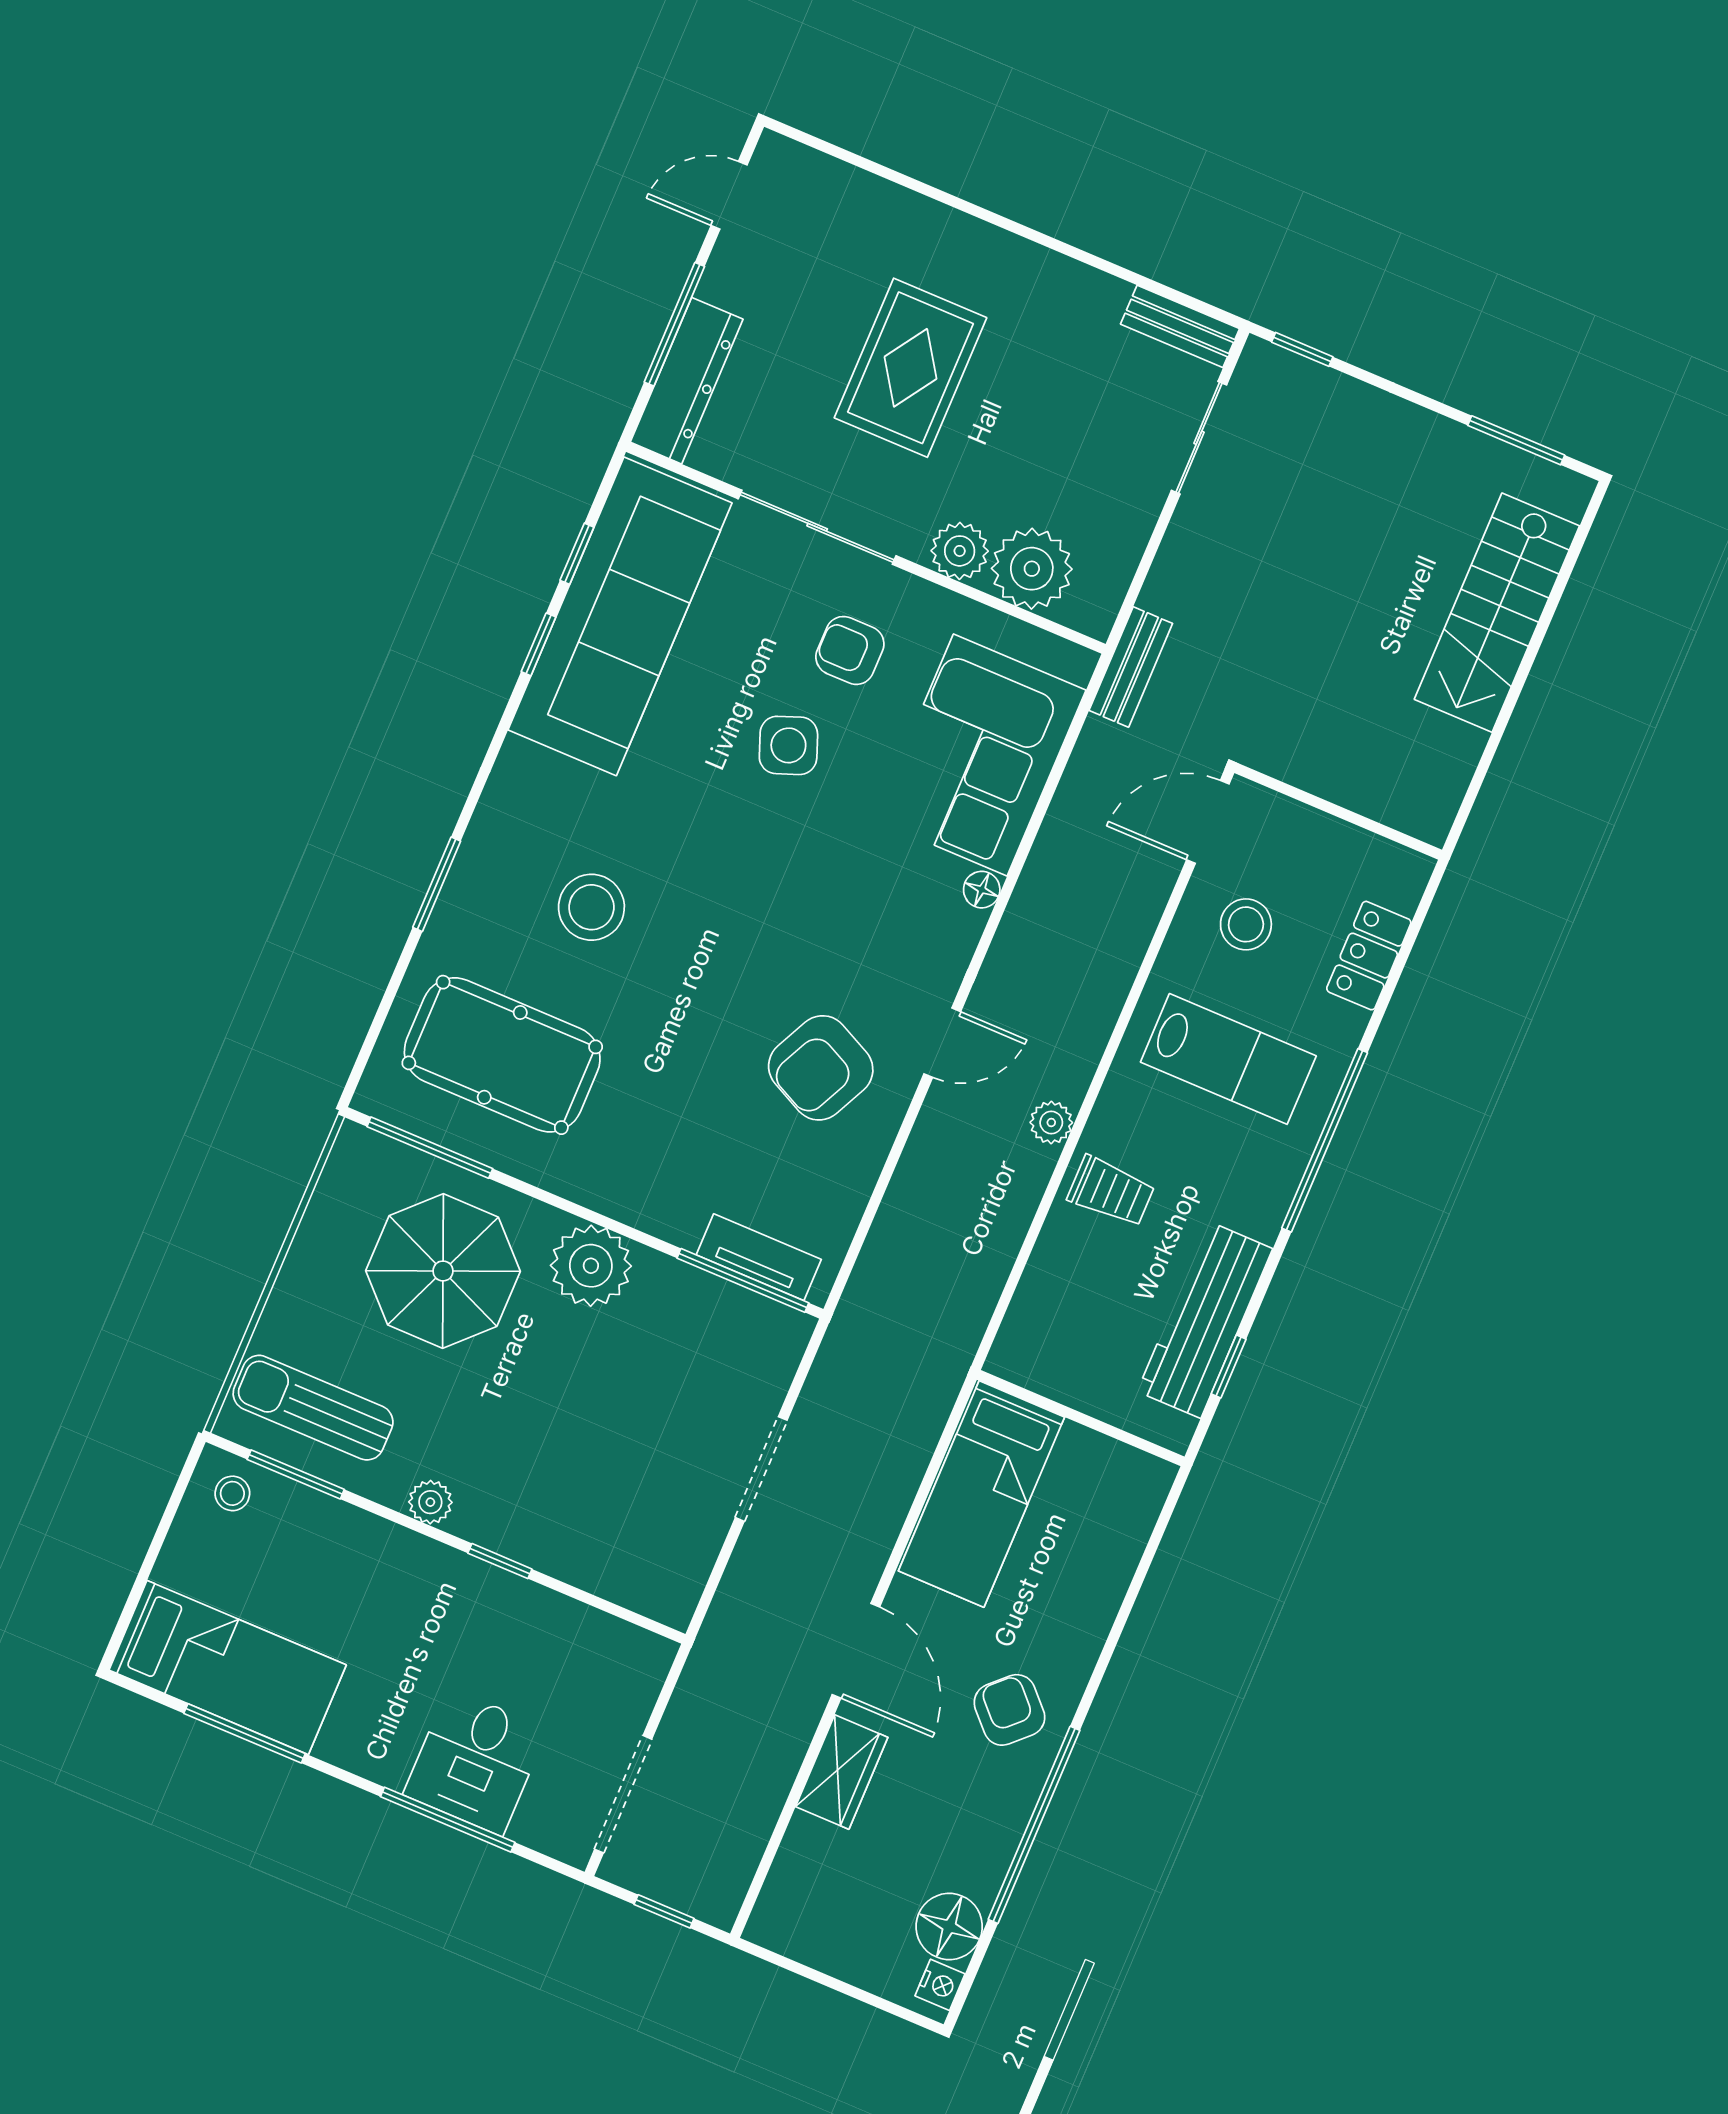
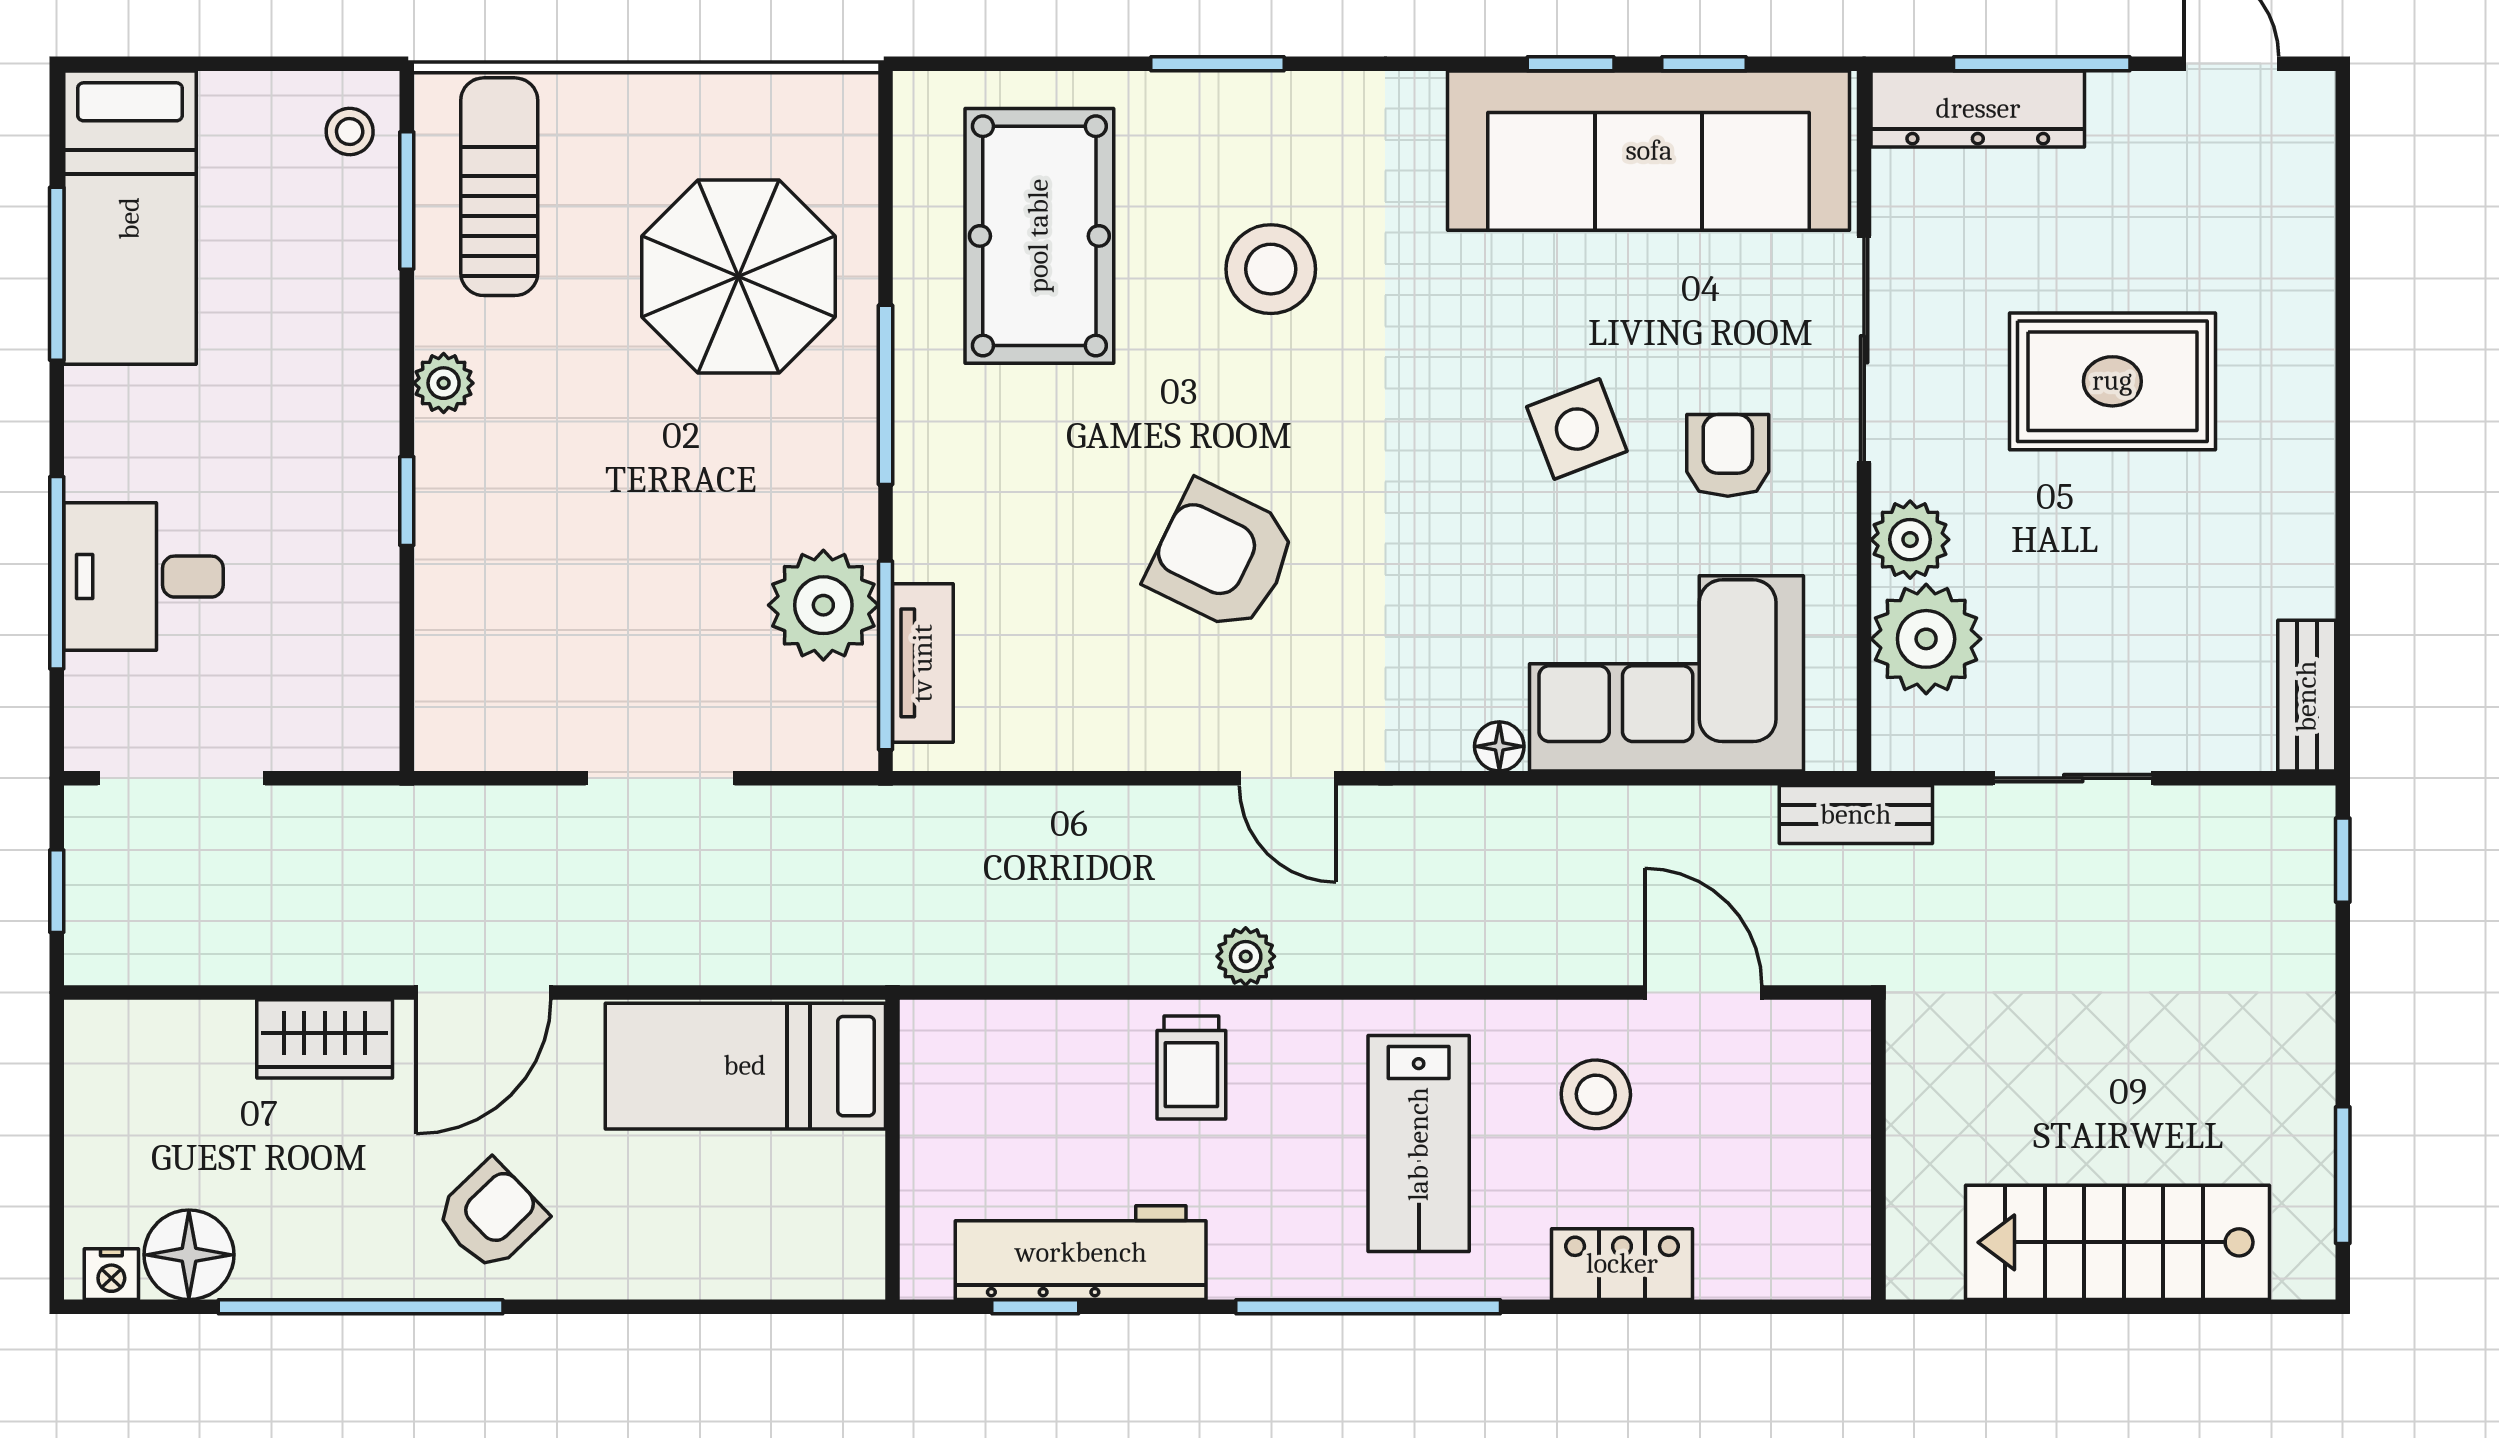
sliding door: (1199, 438) -> (2073, 778), moved
wall: (1338, 811) -> (1878, 1150), moved
armchair: (821, 1068) -> (1222, 557), moved
window: (430, 1148) -> (885, 395), moved
plant: (591, 1266) -> (823, 605), moved

